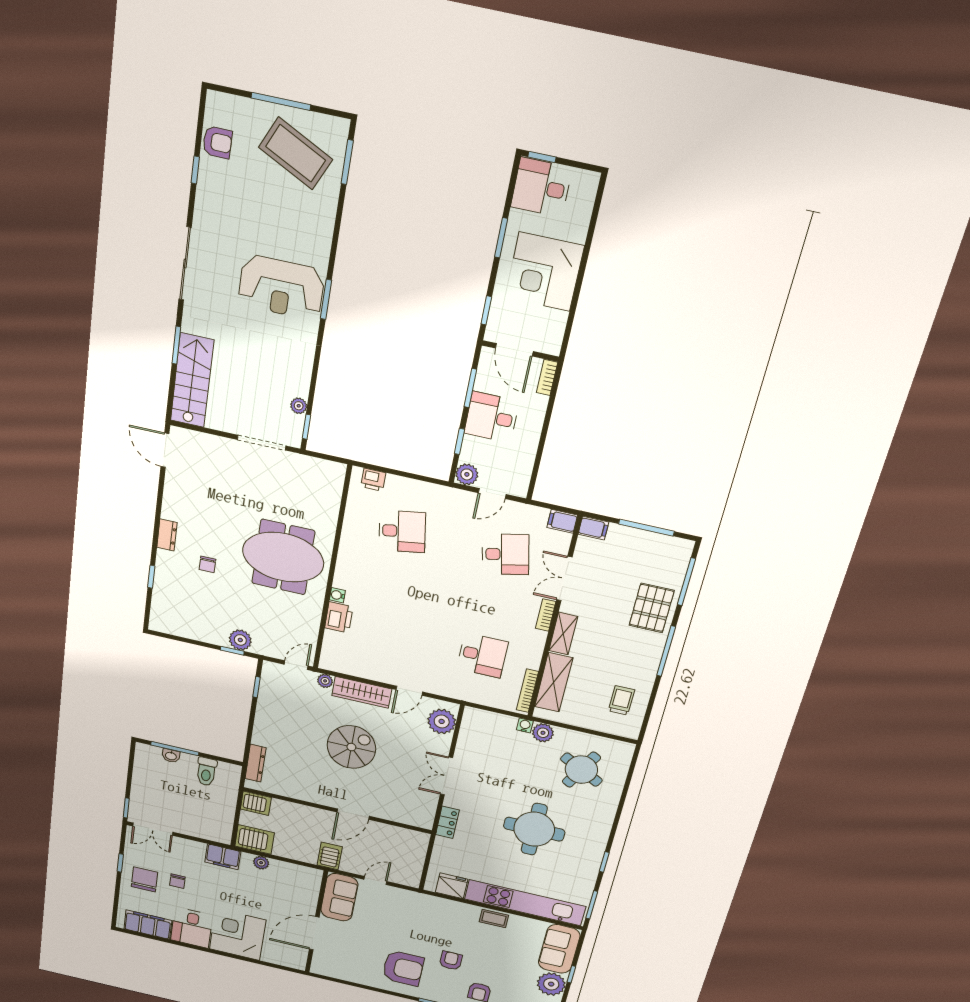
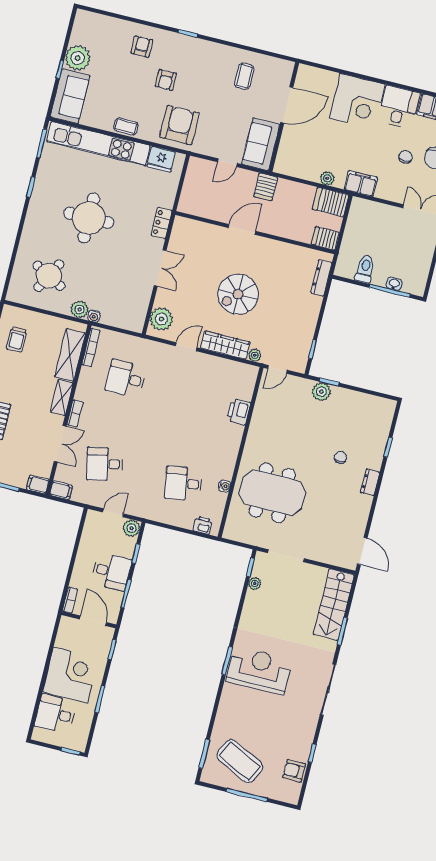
desk: (541, 187) -> (55, 714), moved, turned 180
meeting table: (283, 557) -> (272, 493), moved
water cooler: (337, 595) -> (225, 486), moved
coffee table: (364, 961) -> (244, 76), added
armchair: (403, 968) -> (179, 125), moved, turned 90

